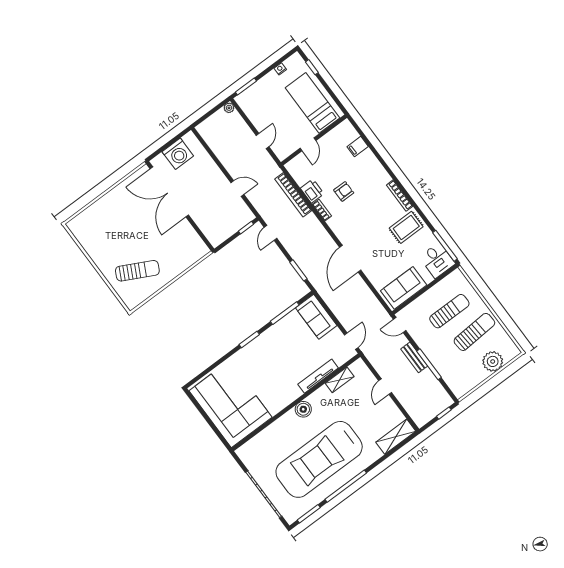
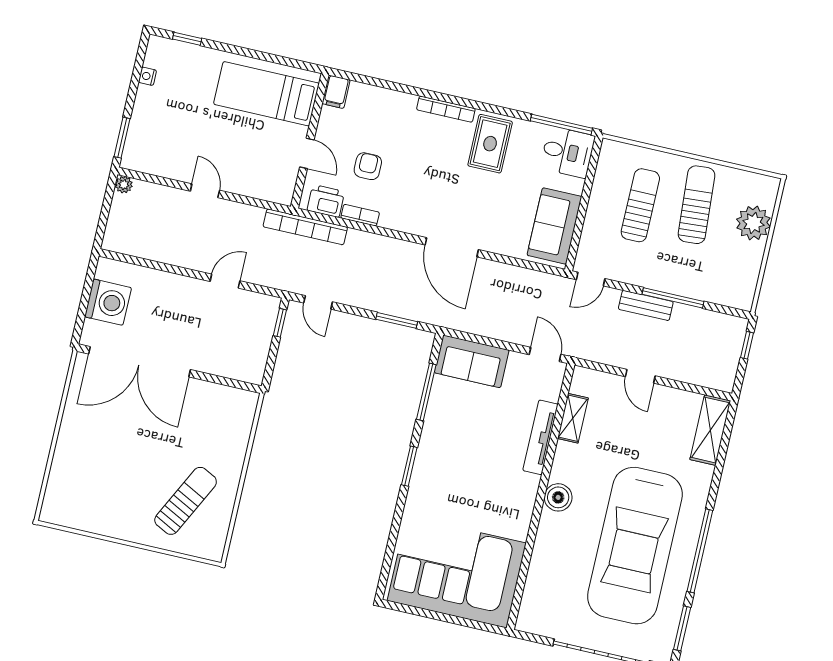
bed: (312, 103) -> (266, 94), moved
wall: (314, 140) -> (310, 141), moved
door: (308, 144) -> (307, 153), moved

